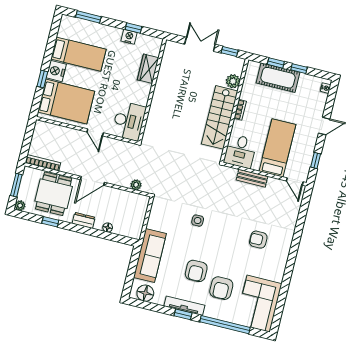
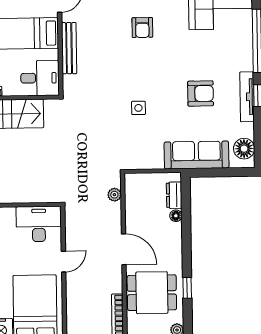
bench: (252, 178) -> (69, 48), width x1.36
dresser: (84, 220) -> (174, 195), moved
armchair: (221, 288) -> (213, 57), removed

